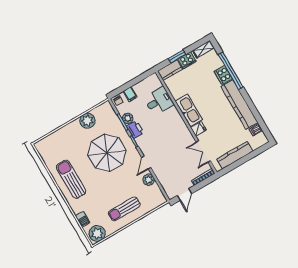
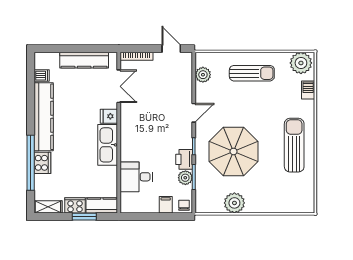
sun lounger: (71, 179) -> (294, 145), turned 180
plant: (149, 180) -> (203, 75), moved
door: (184, 195) -> (171, 49), hinge flipped

